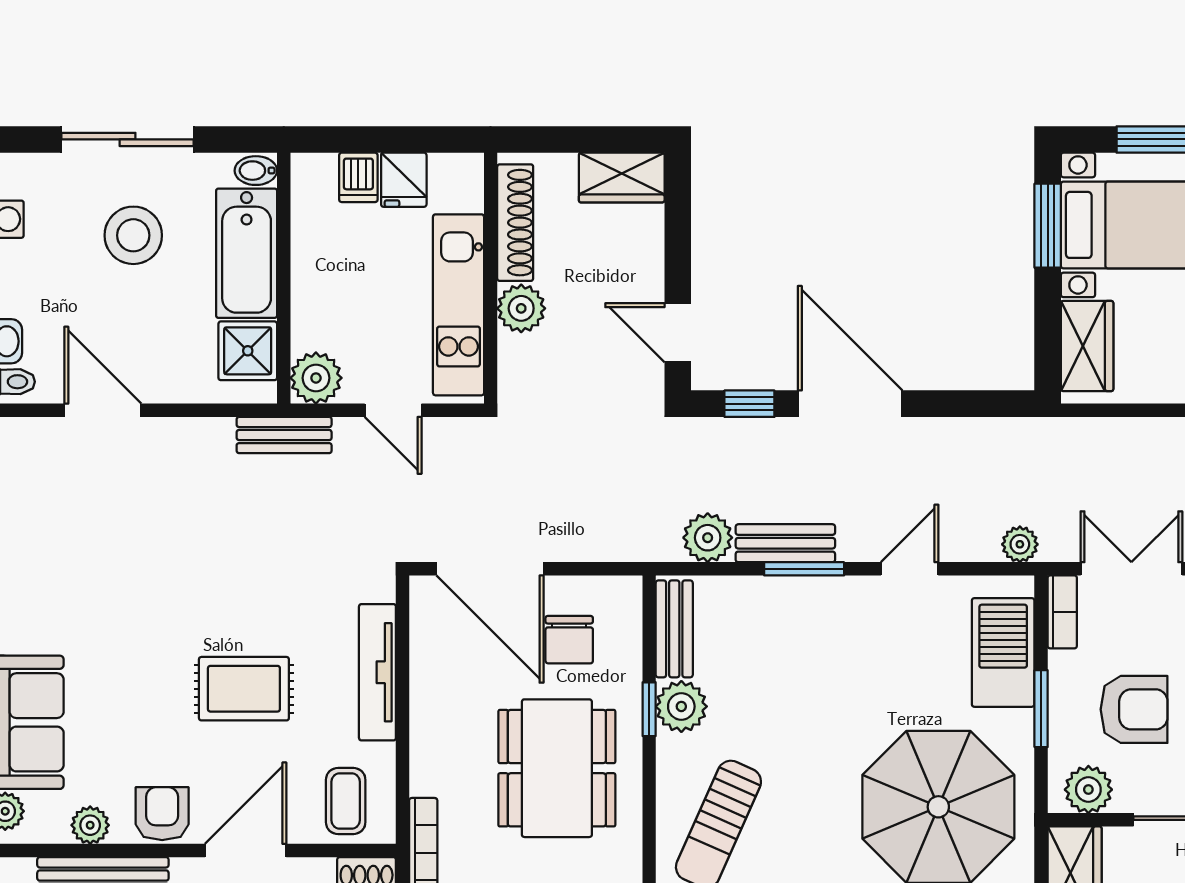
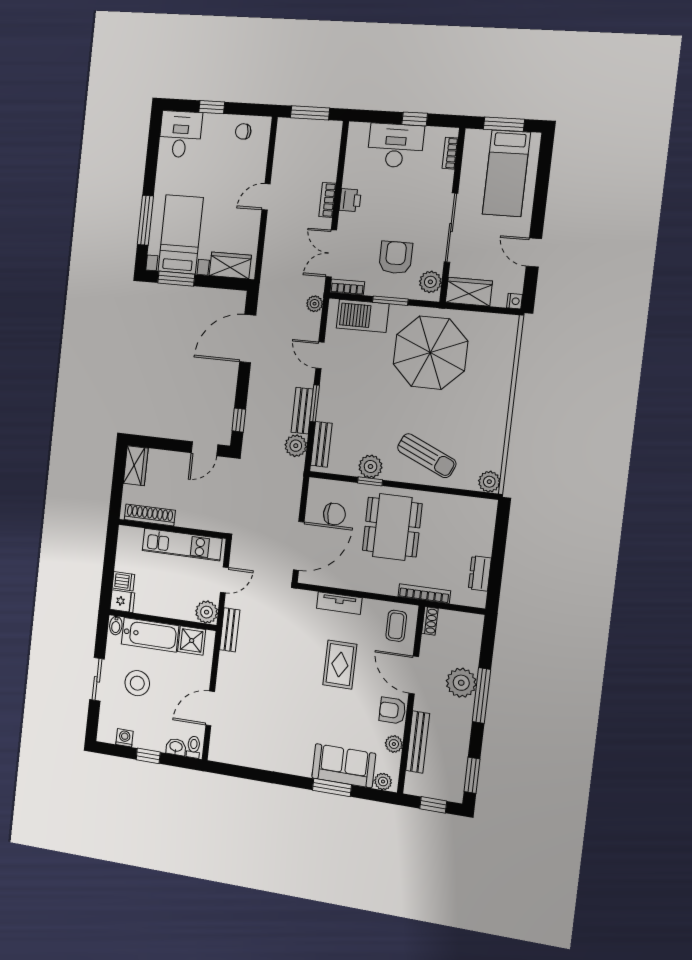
sliding door: (127, 139) -> (97, 679), width x0.73
fridge: (404, 180) -> (122, 601), moved
plant: (521, 308) -> (187, 517), removed
door: (850, 404) -> (248, 339), moved
bench: (674, 629) -> (321, 444), moved, turned 90
tv unit: (377, 672) -> (339, 603), width x0.71
dining table: (557, 768) -> (392, 527), turned 90
coffee table: (346, 801) -> (396, 626), turned 90

